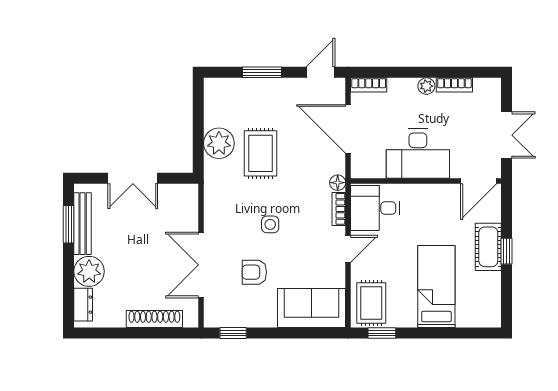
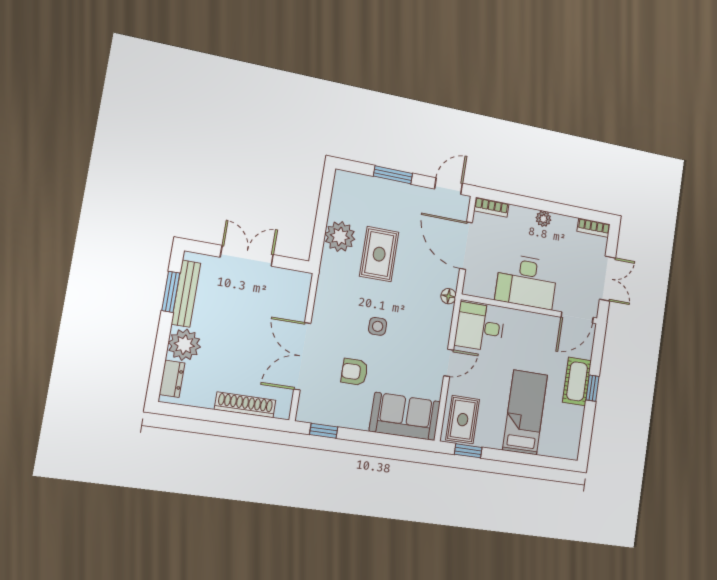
bookcase: (454, 85) -> (594, 228), moved
double door: (133, 178) -> (247, 256), swing flipped
bookcase: (339, 209) -> (446, 322), removed

